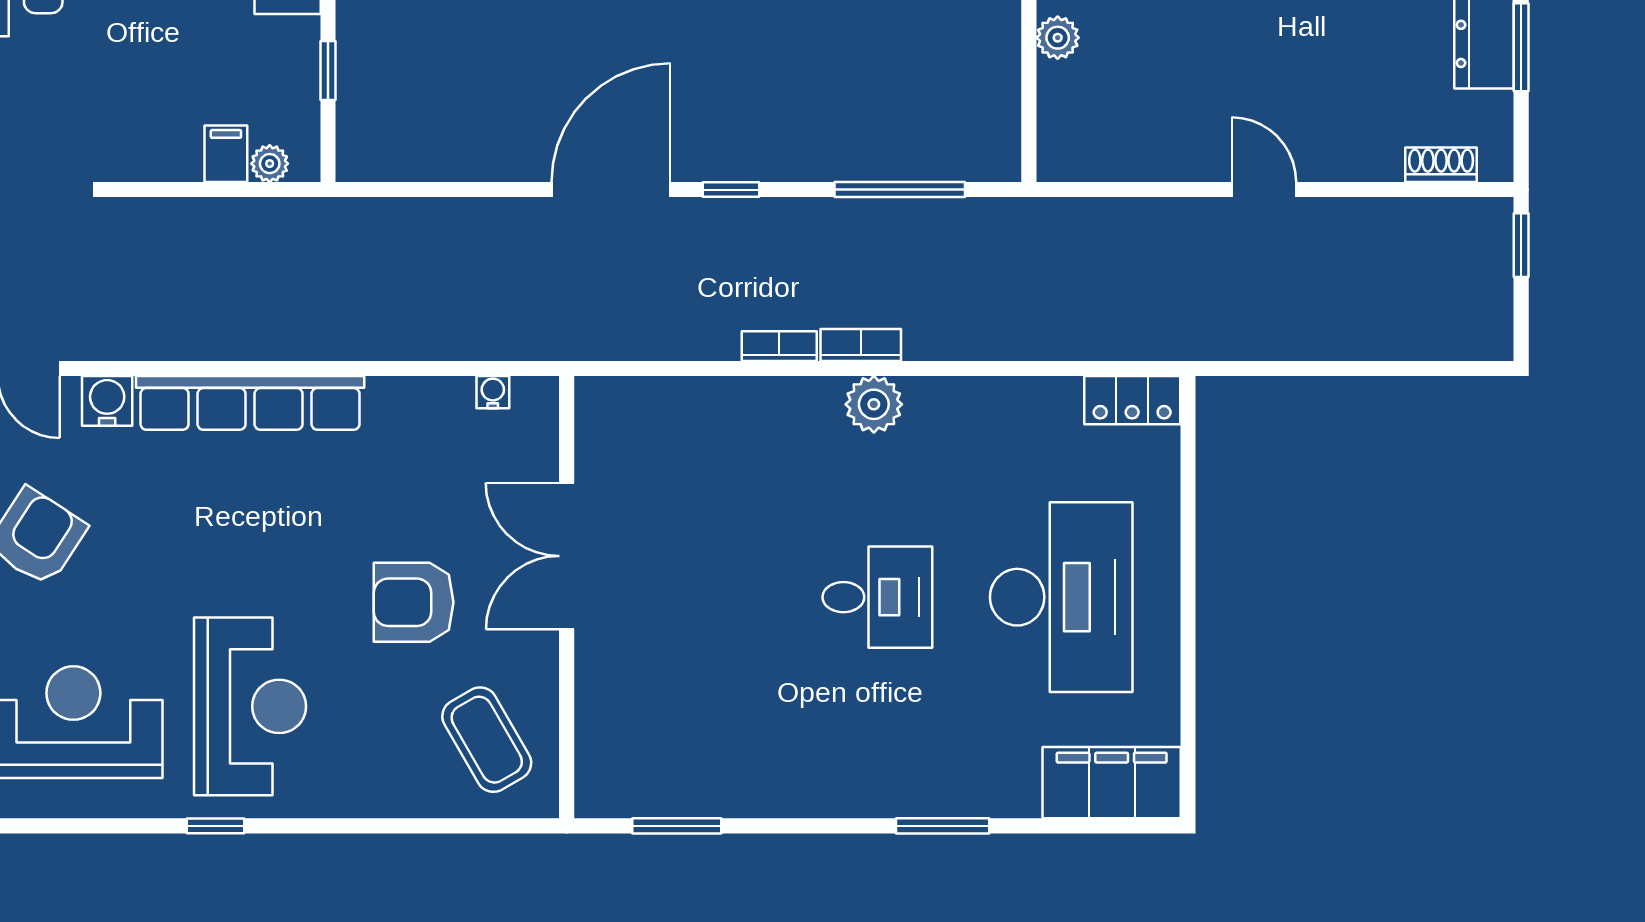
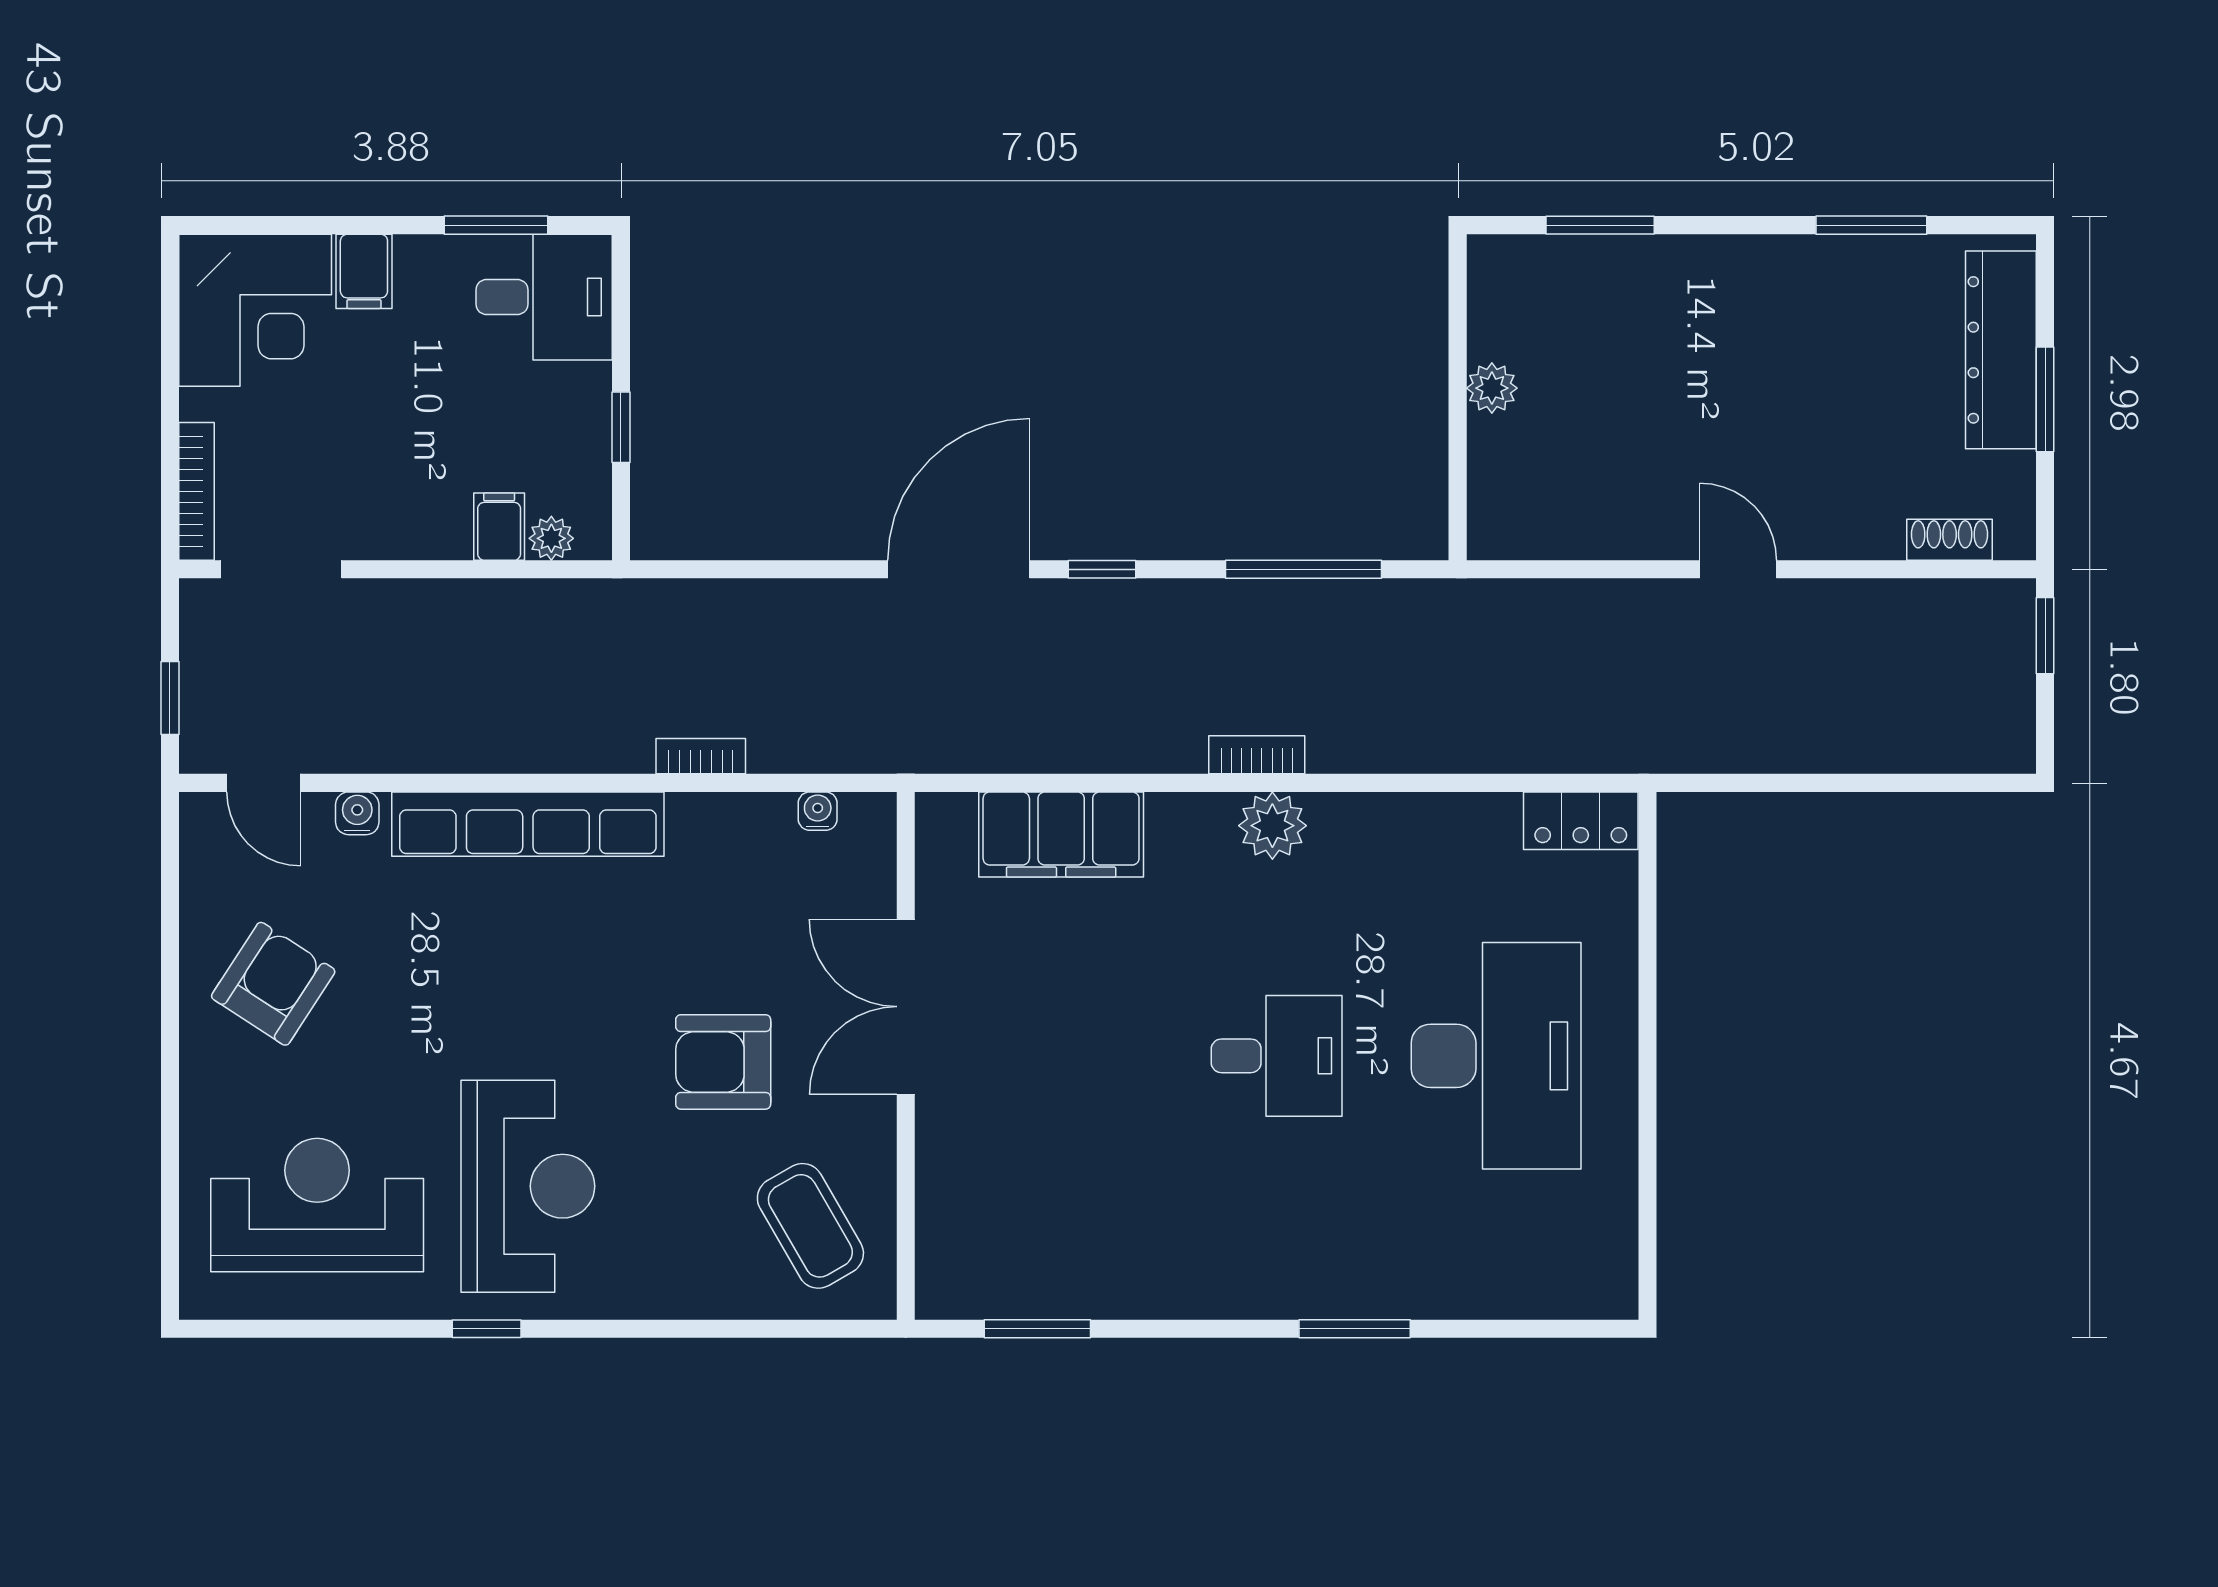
bookcase: (779, 346) -> (701, 756), moved
water cooler: (107, 401) -> (357, 813), width x0.72, depth x0.72
filing cabinet: (1112, 783) -> (1061, 834), moved, turned 180

